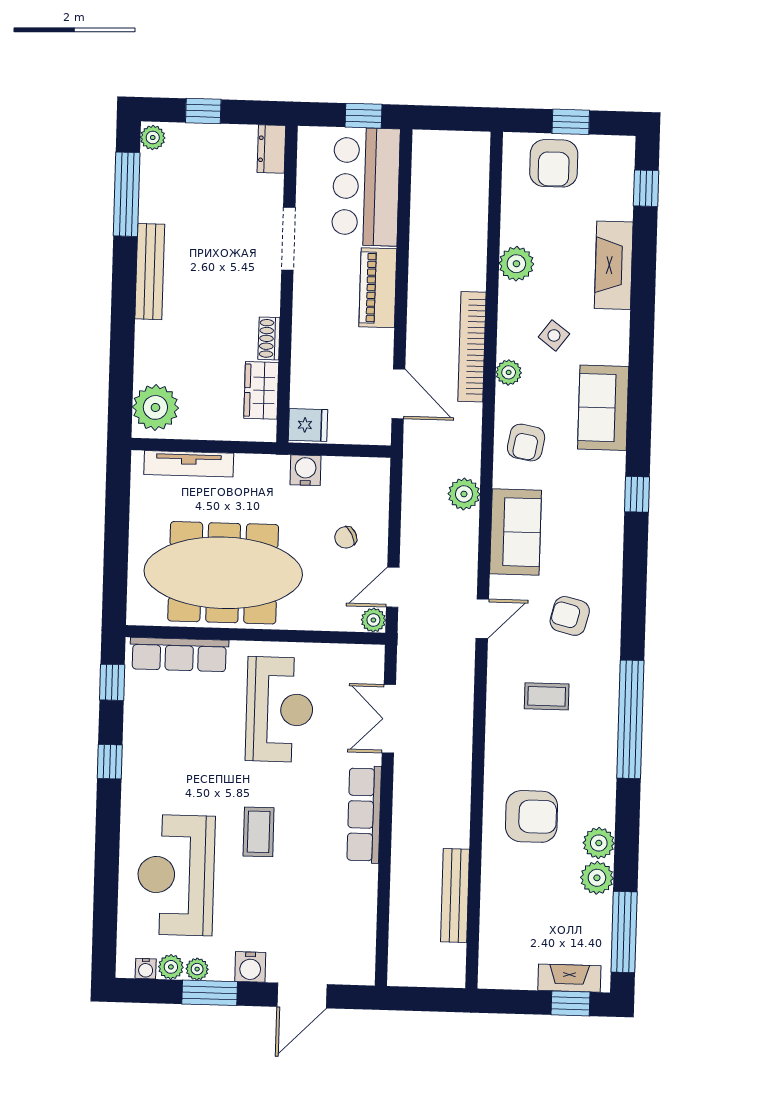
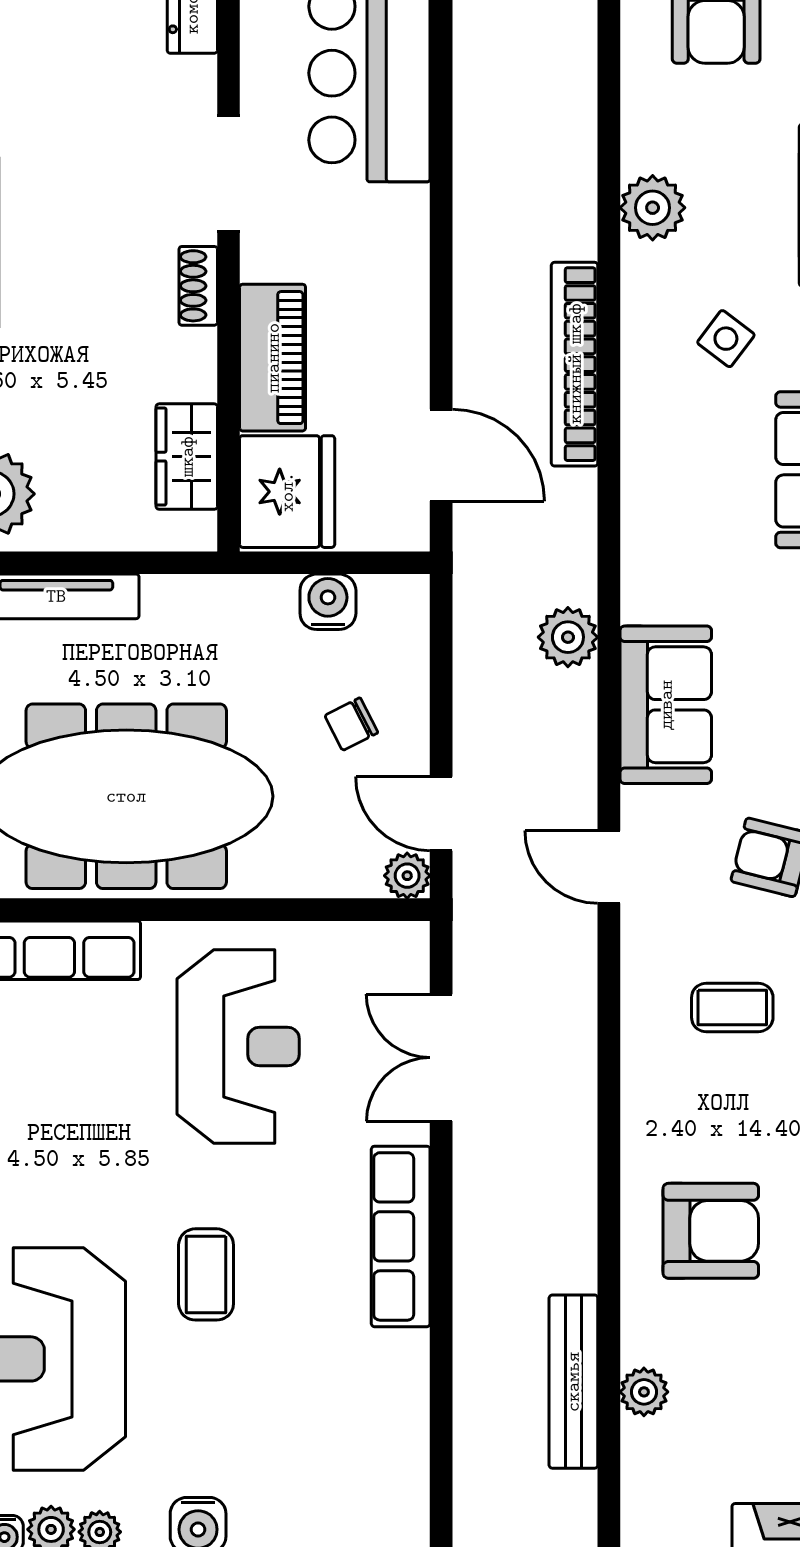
piano: (378, 288) -> (273, 358), moved, turned 180
shoe rack: (269, 338) -> (198, 286), moved
plant: (509, 372) -> (644, 1392), moved
fridge: (308, 425) -> (287, 492), width x1.88, depth x1.34
armchair: (526, 443) -> (680, 538), removed
water cooler: (306, 470) -> (328, 602), moved
door: (393, 587) -> (441, 814), hinge flipped
door: (482, 619) -> (609, 867), swing flipped

